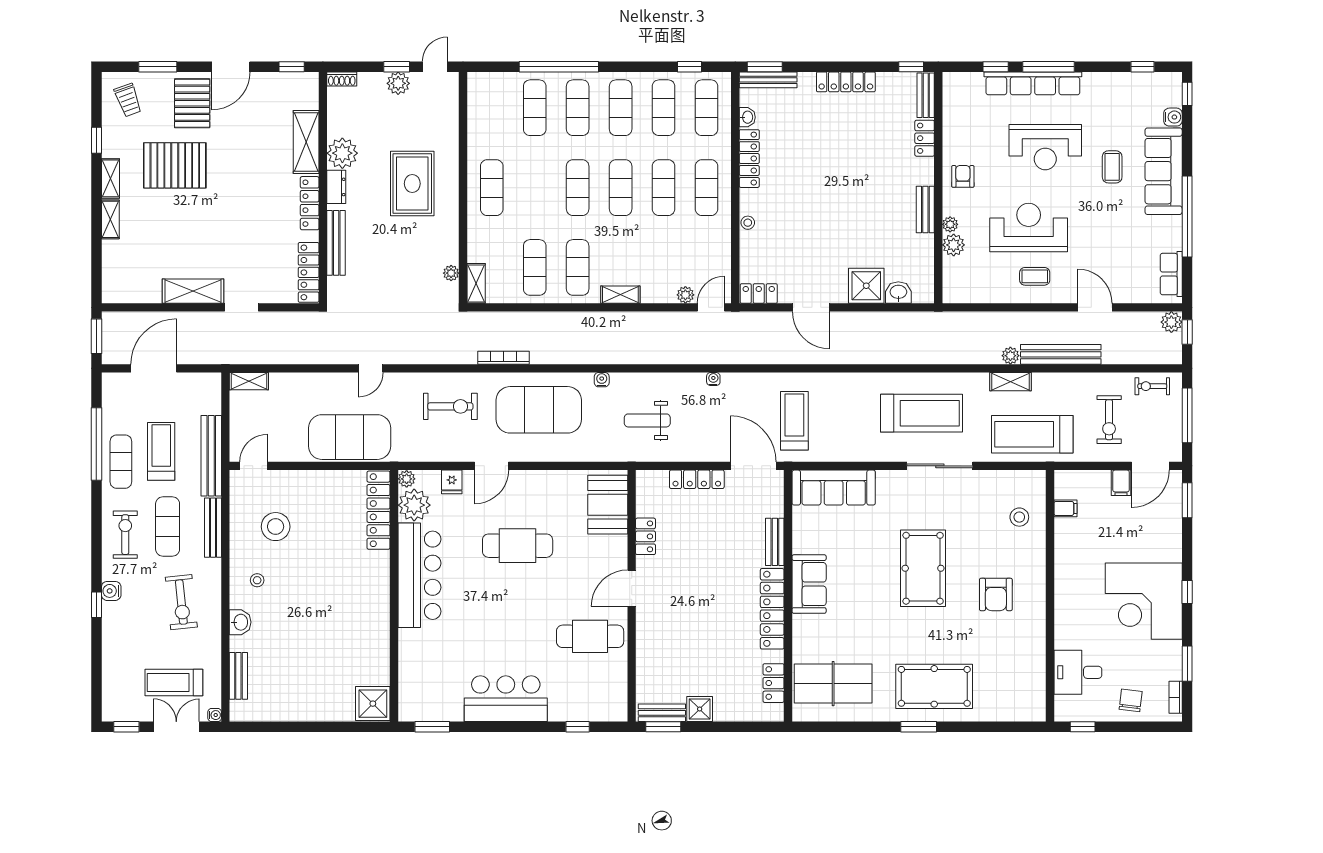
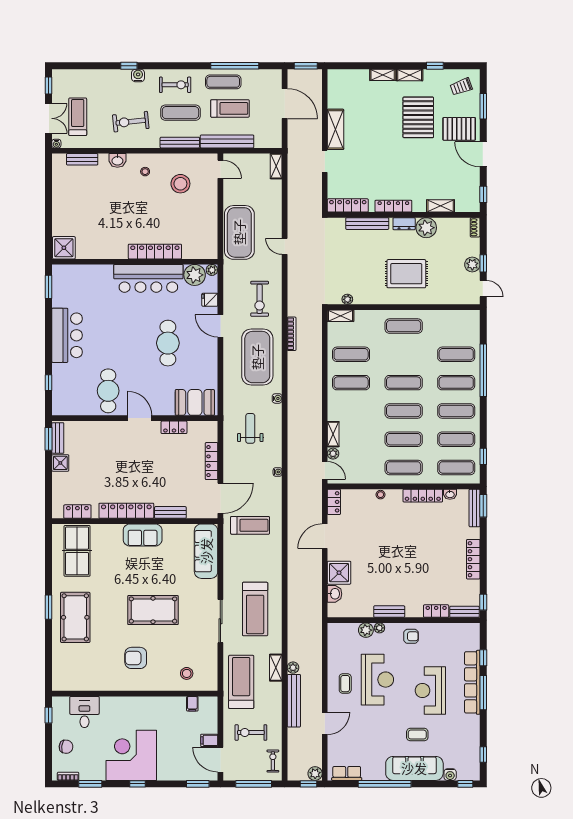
shelving: (306, 142) -> (441, 206), width x0.67, depth x0.75
shelving: (620, 295) -> (333, 434), moved
locker: (379, 510) -> (155, 252), moved

